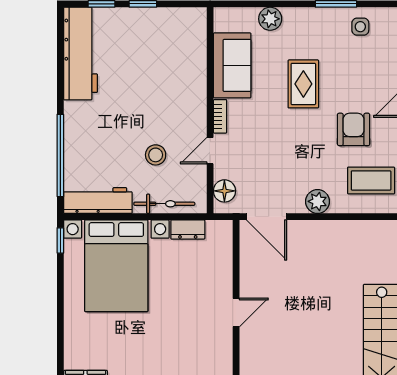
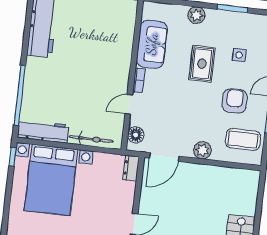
plant: (270, 19) -> (196, 15), moved
side table: (360, 27) -> (239, 55), moved
stool: (156, 155) -> (89, 103), removed
door: (267, 217) -> (164, 157), hinge flipped
dresser: (188, 229) -> (131, 168), moved, turned 90

